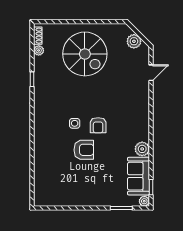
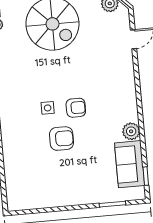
armchair: (98, 125) -> (76, 108), turned -90
plant: (144, 201) -> (139, 194), removed

